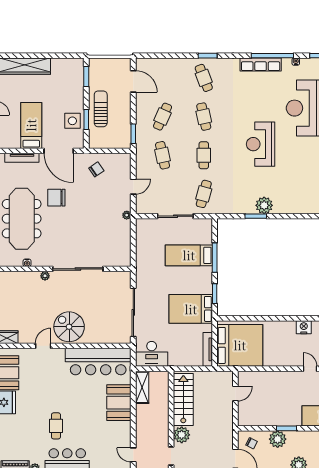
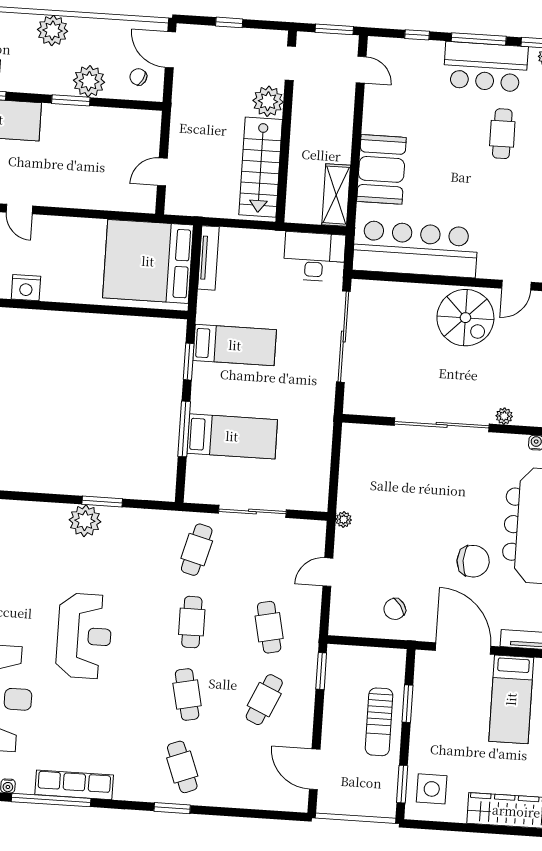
side table: (72, 121) -> (432, 789), moved
bed: (191, 309) -> (235, 345), width x0.67

